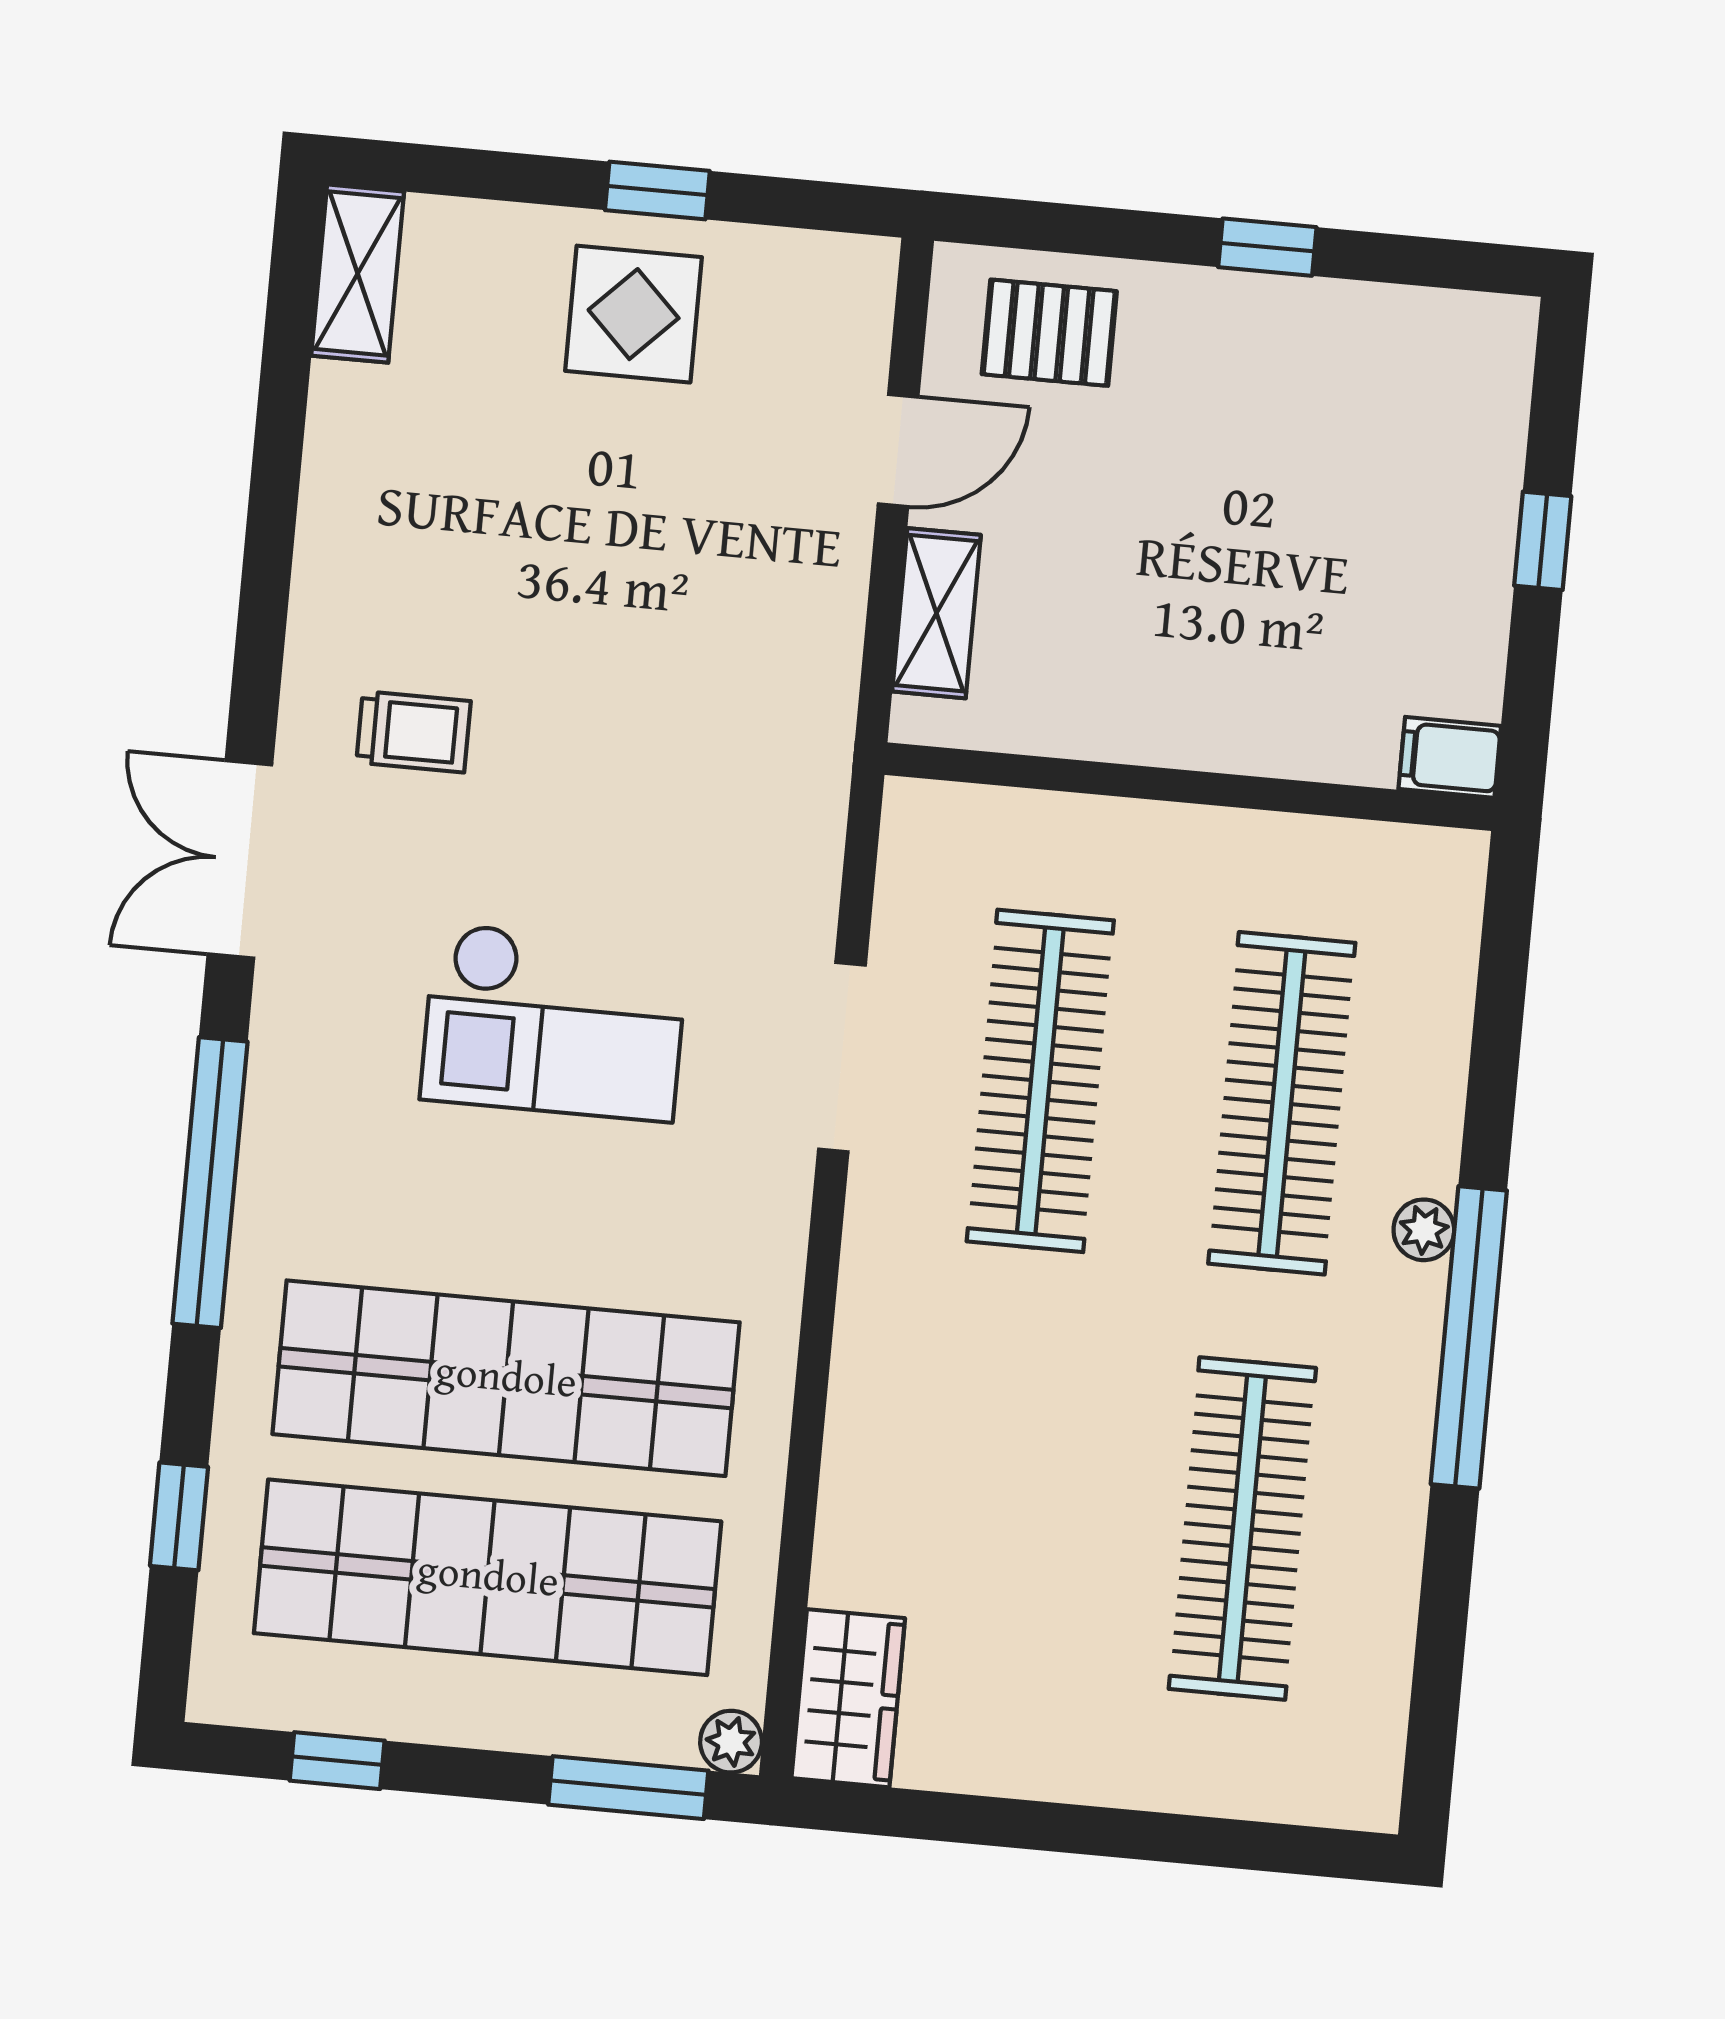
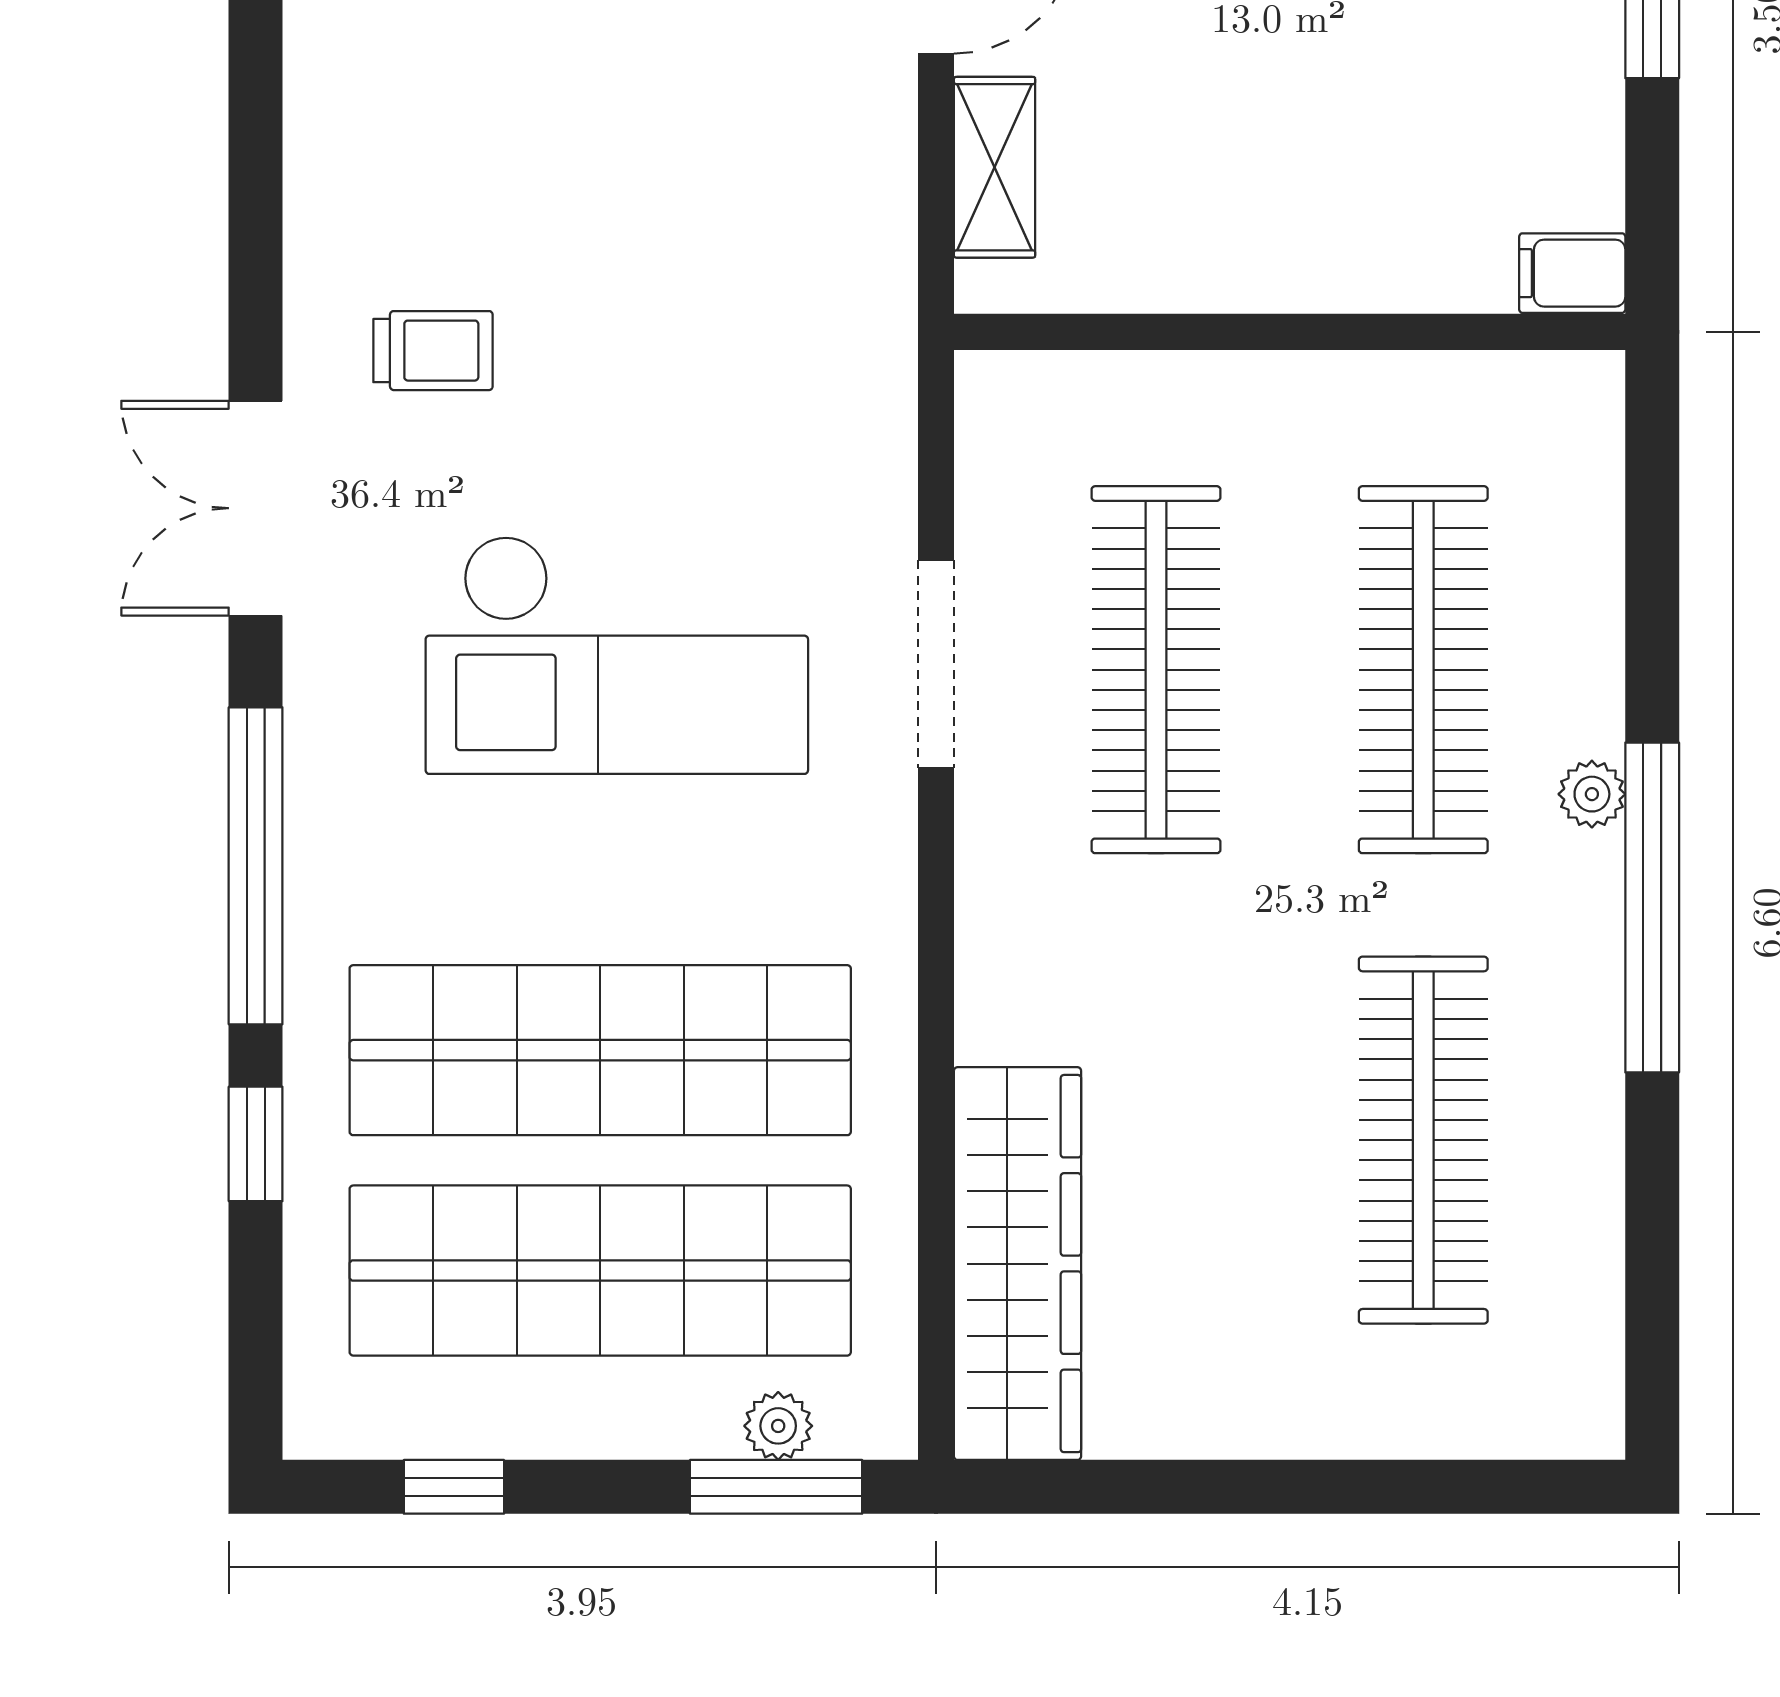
checkout: (554, 1022) -> (617, 655), width x1.36, depth x1.21
window: (179, 1516) -> (256, 1144), moved
wardrobe: (848, 1698) -> (1017, 1264), width x2.10, depth x1.17
plant: (731, 1742) -> (778, 1426), moved

